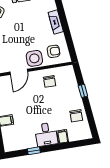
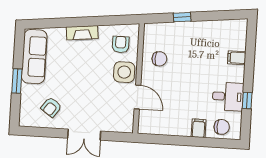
chair: (76, 116) -> (222, 127), moved
desk: (46, 134) -> (228, 97), moved

